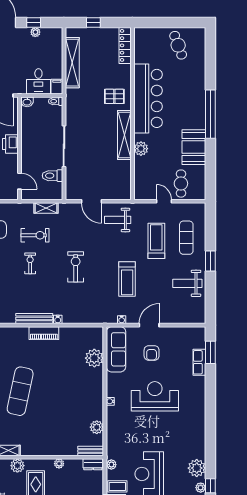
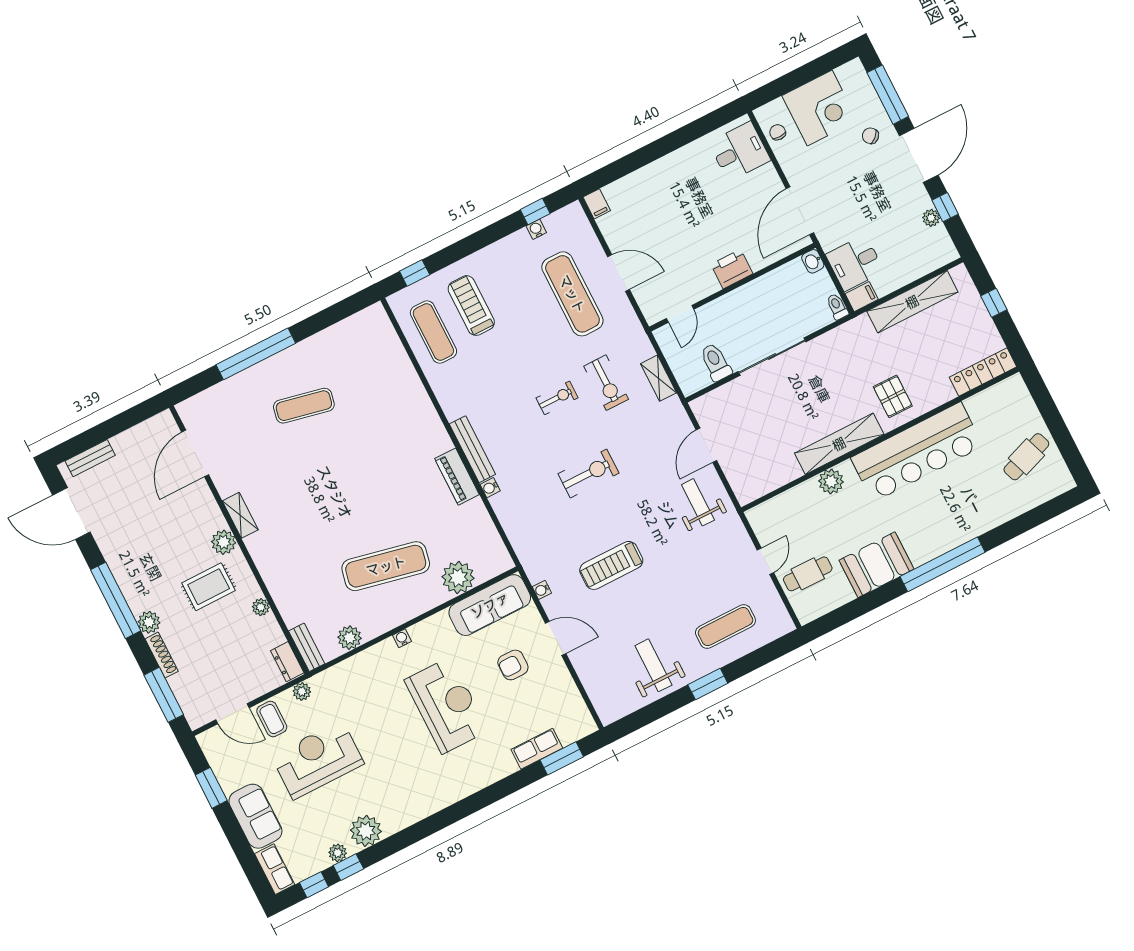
treadmill: (156, 241) -> (696, 581), removed
exercise mat: (20, 391) -> (386, 566), moved

